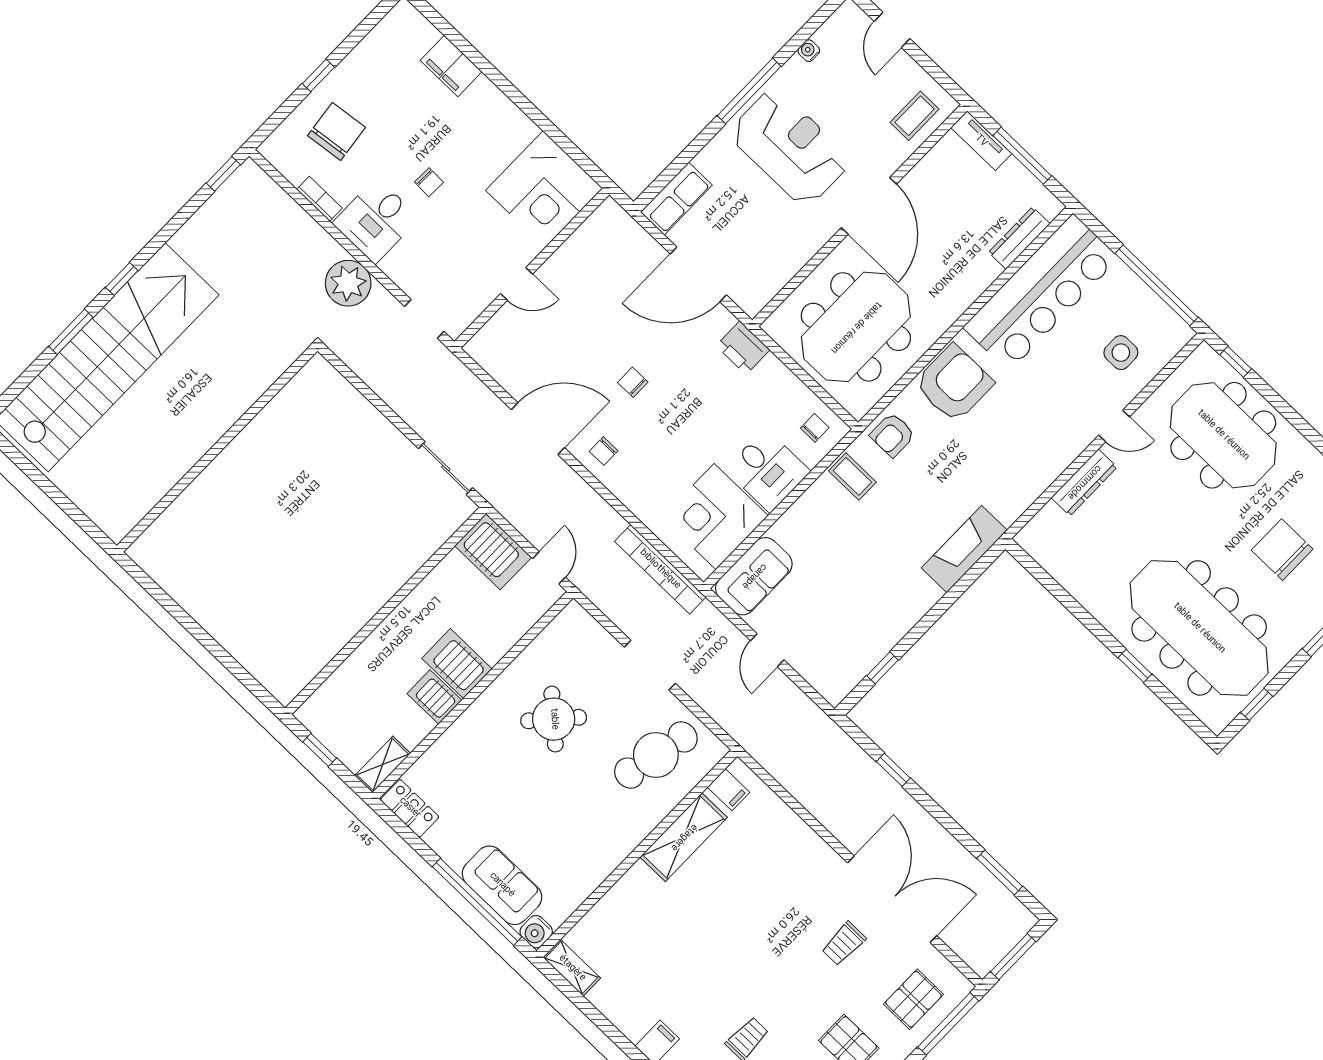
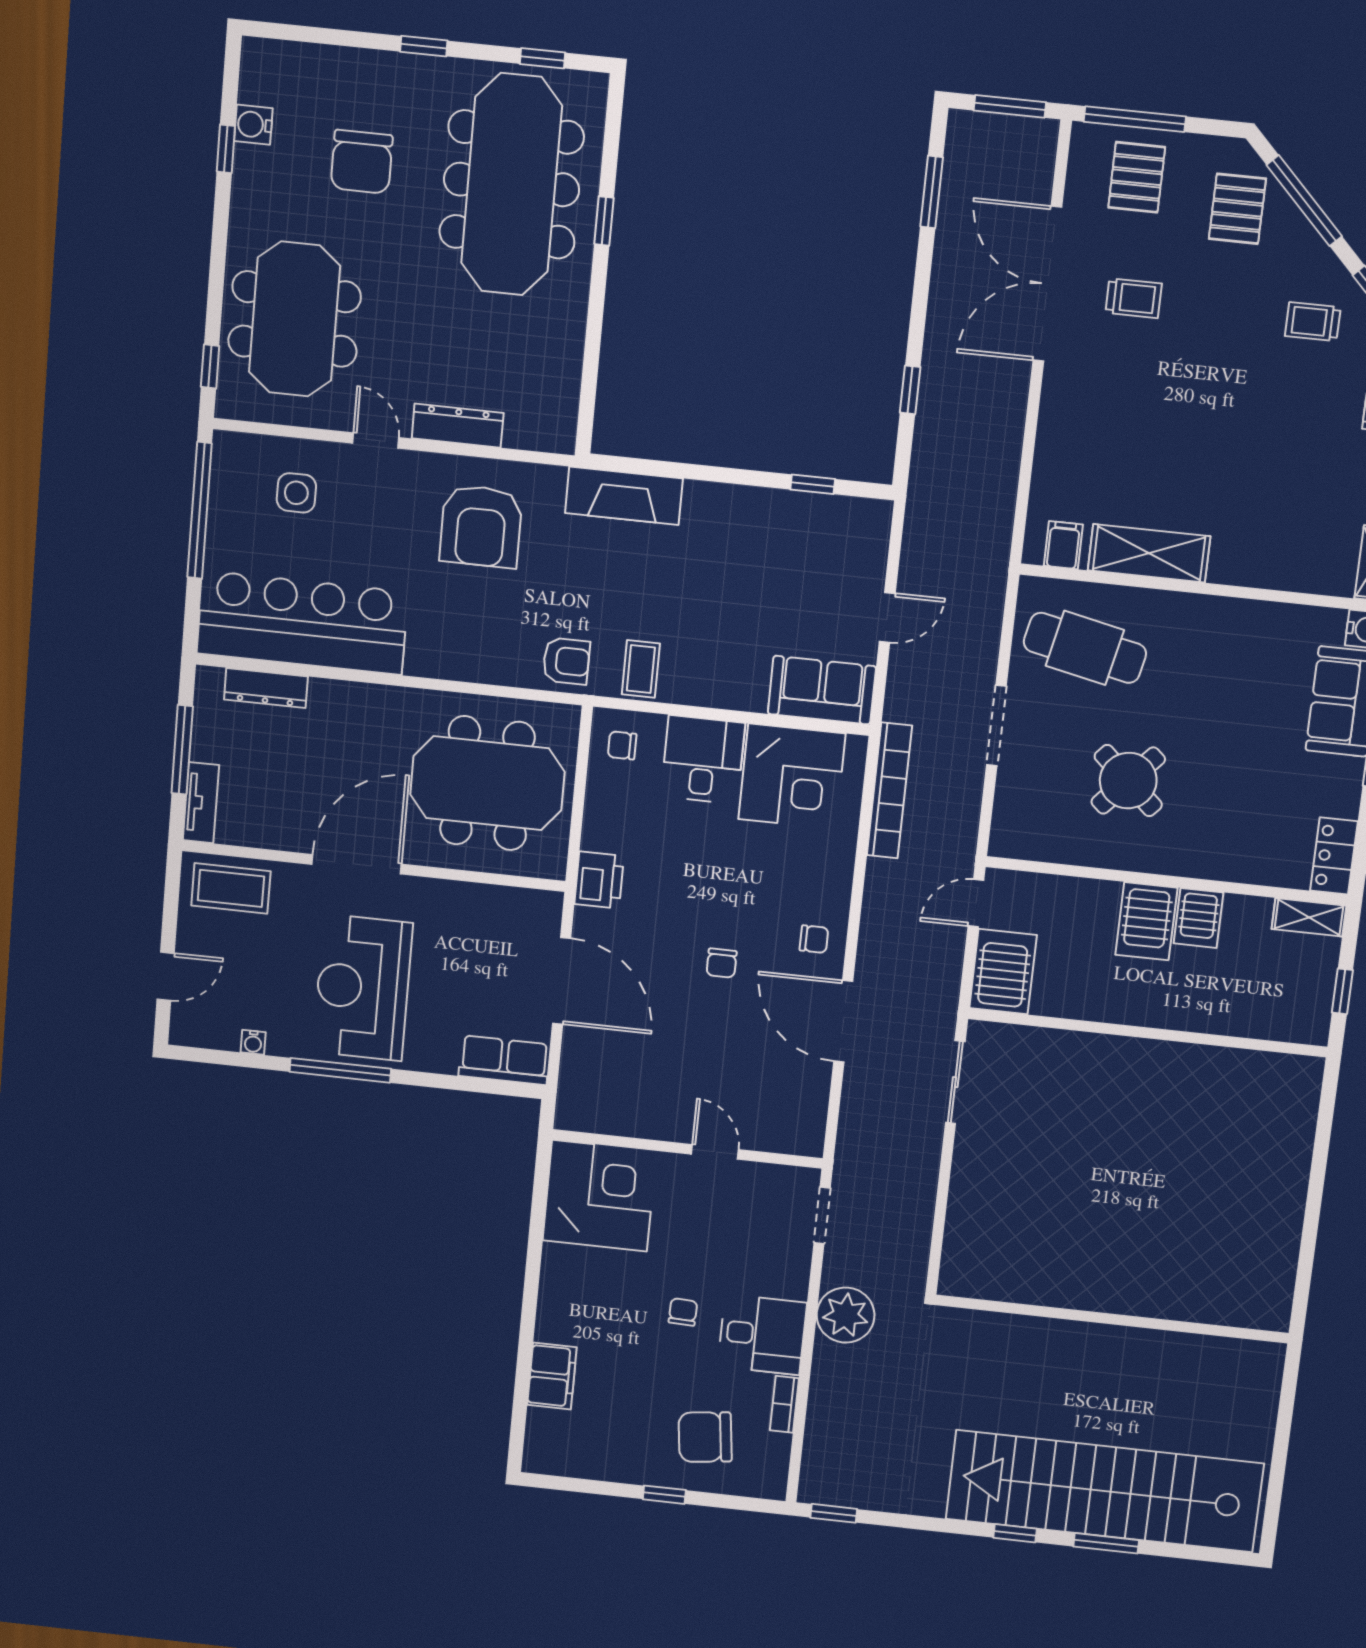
coffee table: (915, 116) -> (231, 888), width x1.36, depth x1.30
armchair: (954, 383) -> (481, 526), moved, turned -90
pallet: (913, 999) -> (1137, 177), turned 90

